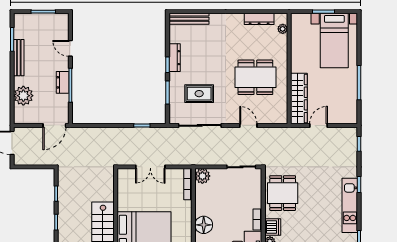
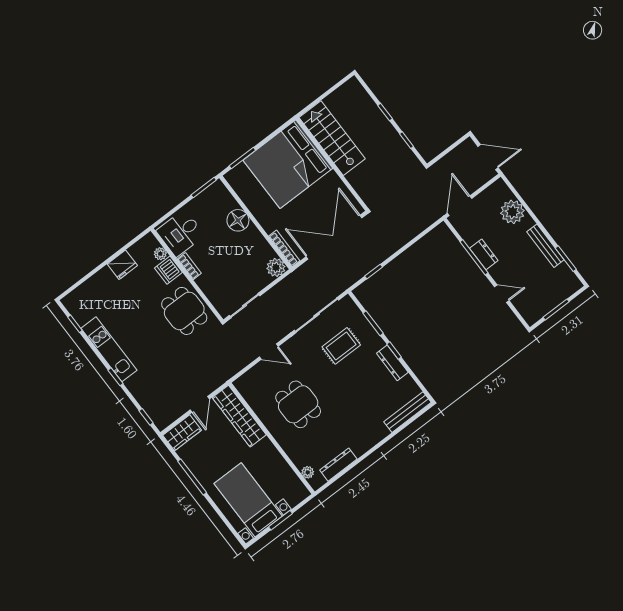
dining table: (255, 77) -> (298, 404), width x0.73
wardrobe: (344, 116) -> (182, 433), added
double door: (150, 167) -> (334, 237), width x1.87

